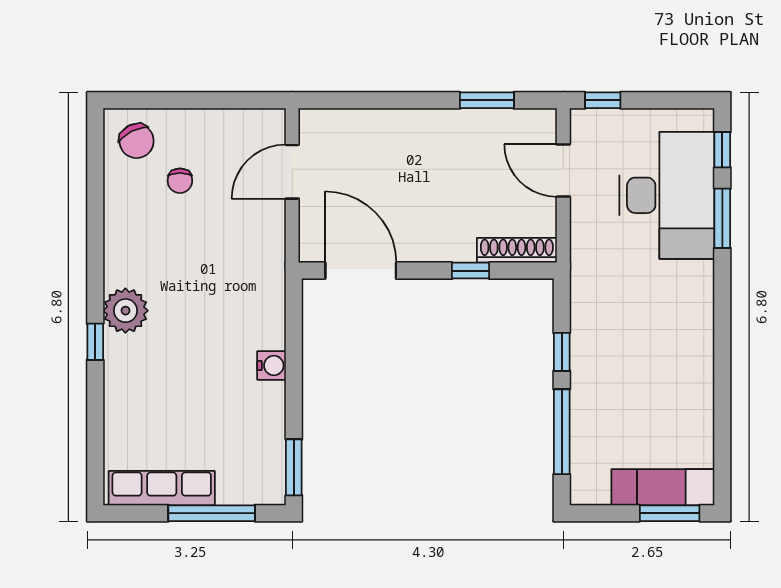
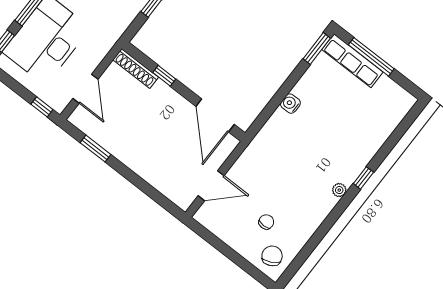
plant: (125, 311) -> (339, 190), width x0.53, depth x0.53
row of seats: (162, 488) -> (352, 61), moved

